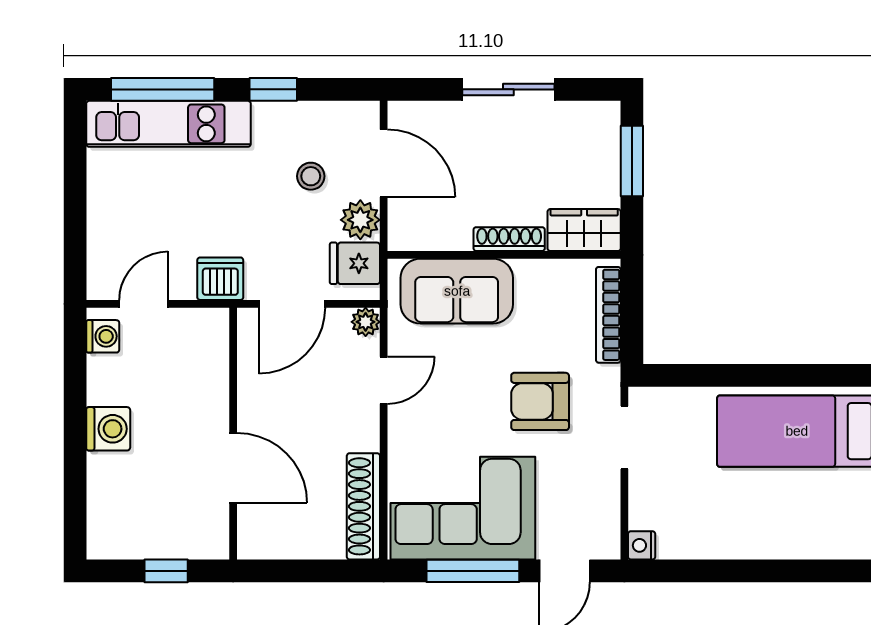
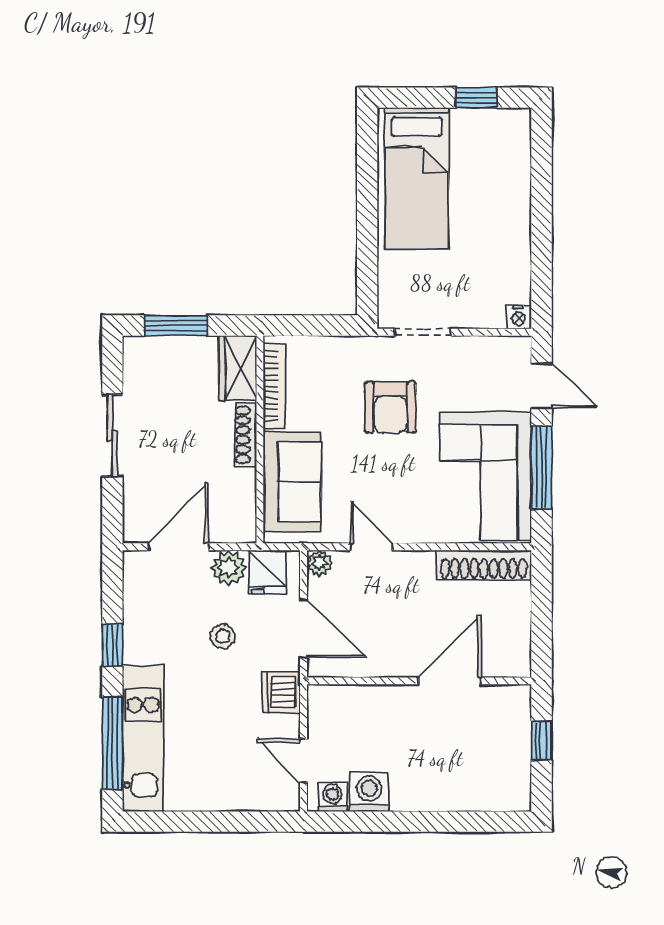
stool: (311, 176) -> (223, 636), moved
bookcase: (608, 315) -> (274, 386), moved, turned -90
washing machine: (108, 429) -> (369, 792), moved

